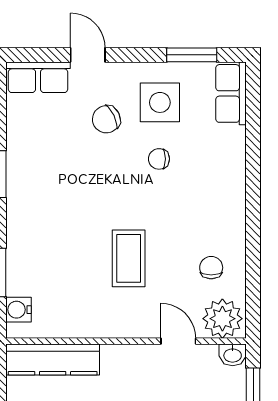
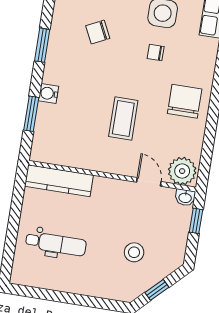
chair: (106, 119) -> (98, 32), moved
chair: (211, 268) -> (185, 101), moved, width x1.87, depth x1.87
water cooler: (18, 310) -> (48, 93), moved

